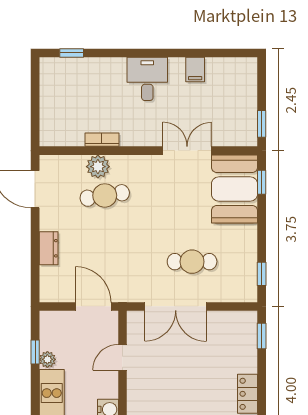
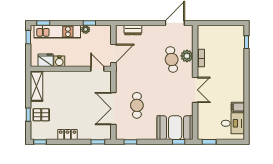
desk: (147, 79) -> (233, 123), moved
double door: (187, 151) -> (195, 90), moved
dresser: (49, 248) -> (133, 30), moved
double door: (176, 306) -> (113, 109), moved
door: (122, 357) -> (97, 69), moved

